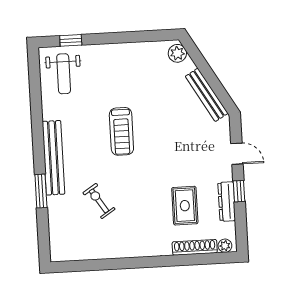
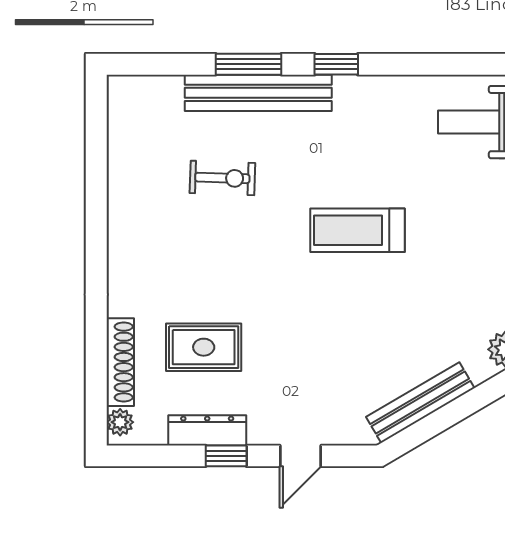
window: (38, 147) -> (336, 64), added
bench: (53, 158) -> (258, 93), moved
exercise bike: (99, 201) -> (222, 178), turned 35

